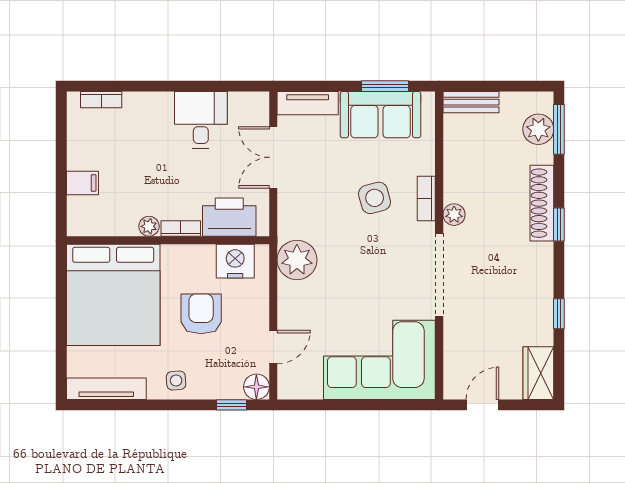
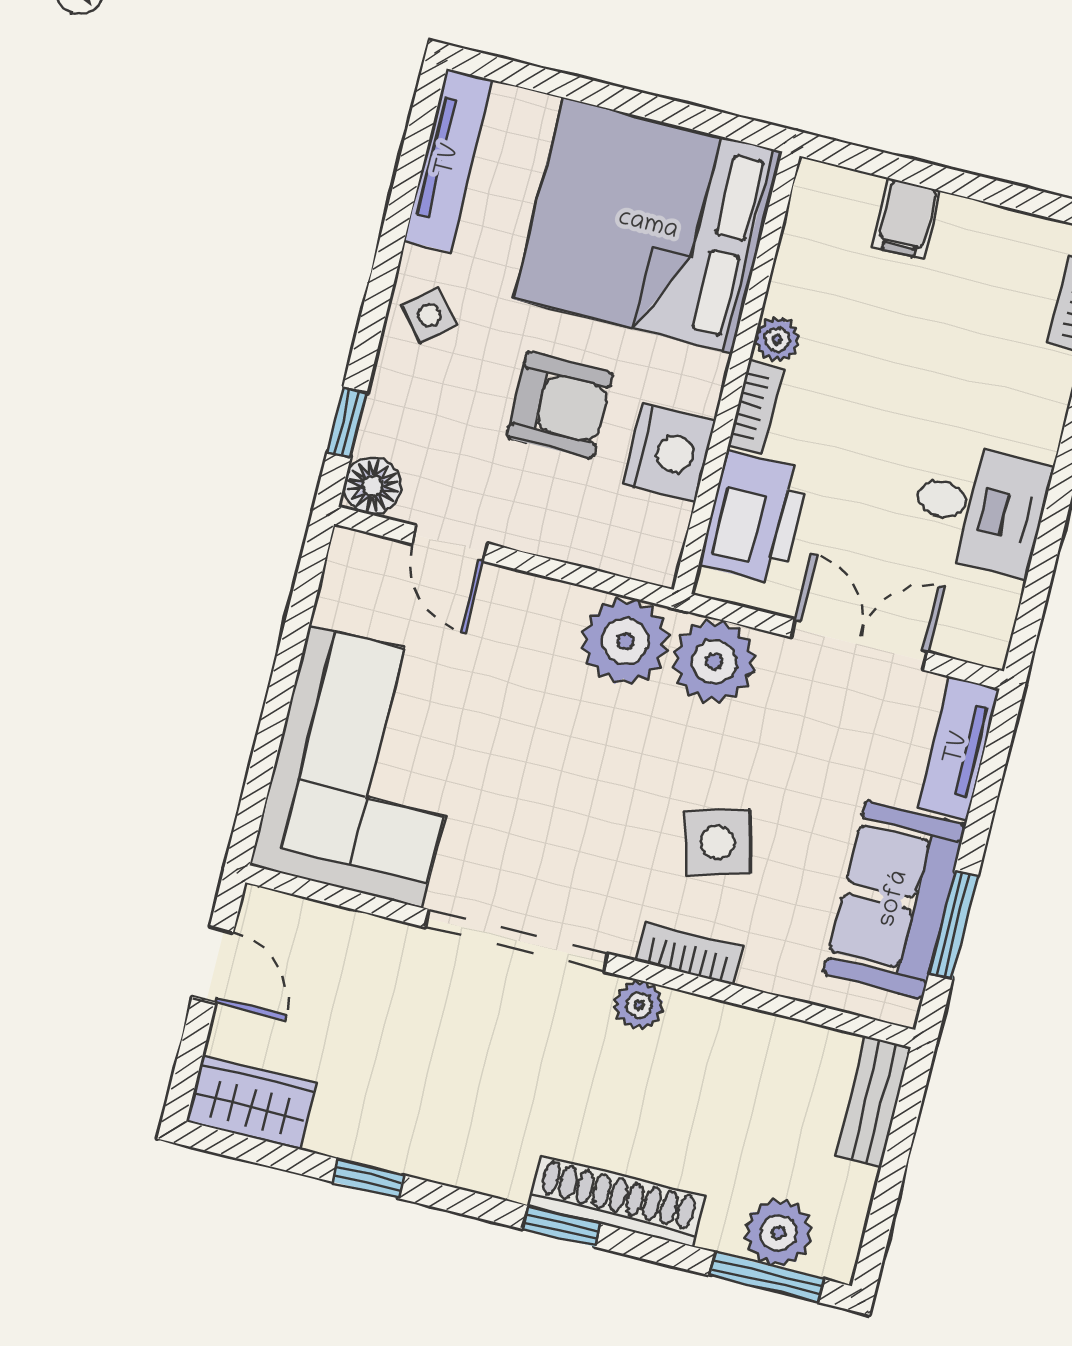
plant: (296, 219) -> (714, 661), added
nightstand: (235, 261) -> (669, 452), moved
side table: (176, 381) -> (429, 315), turned -37

